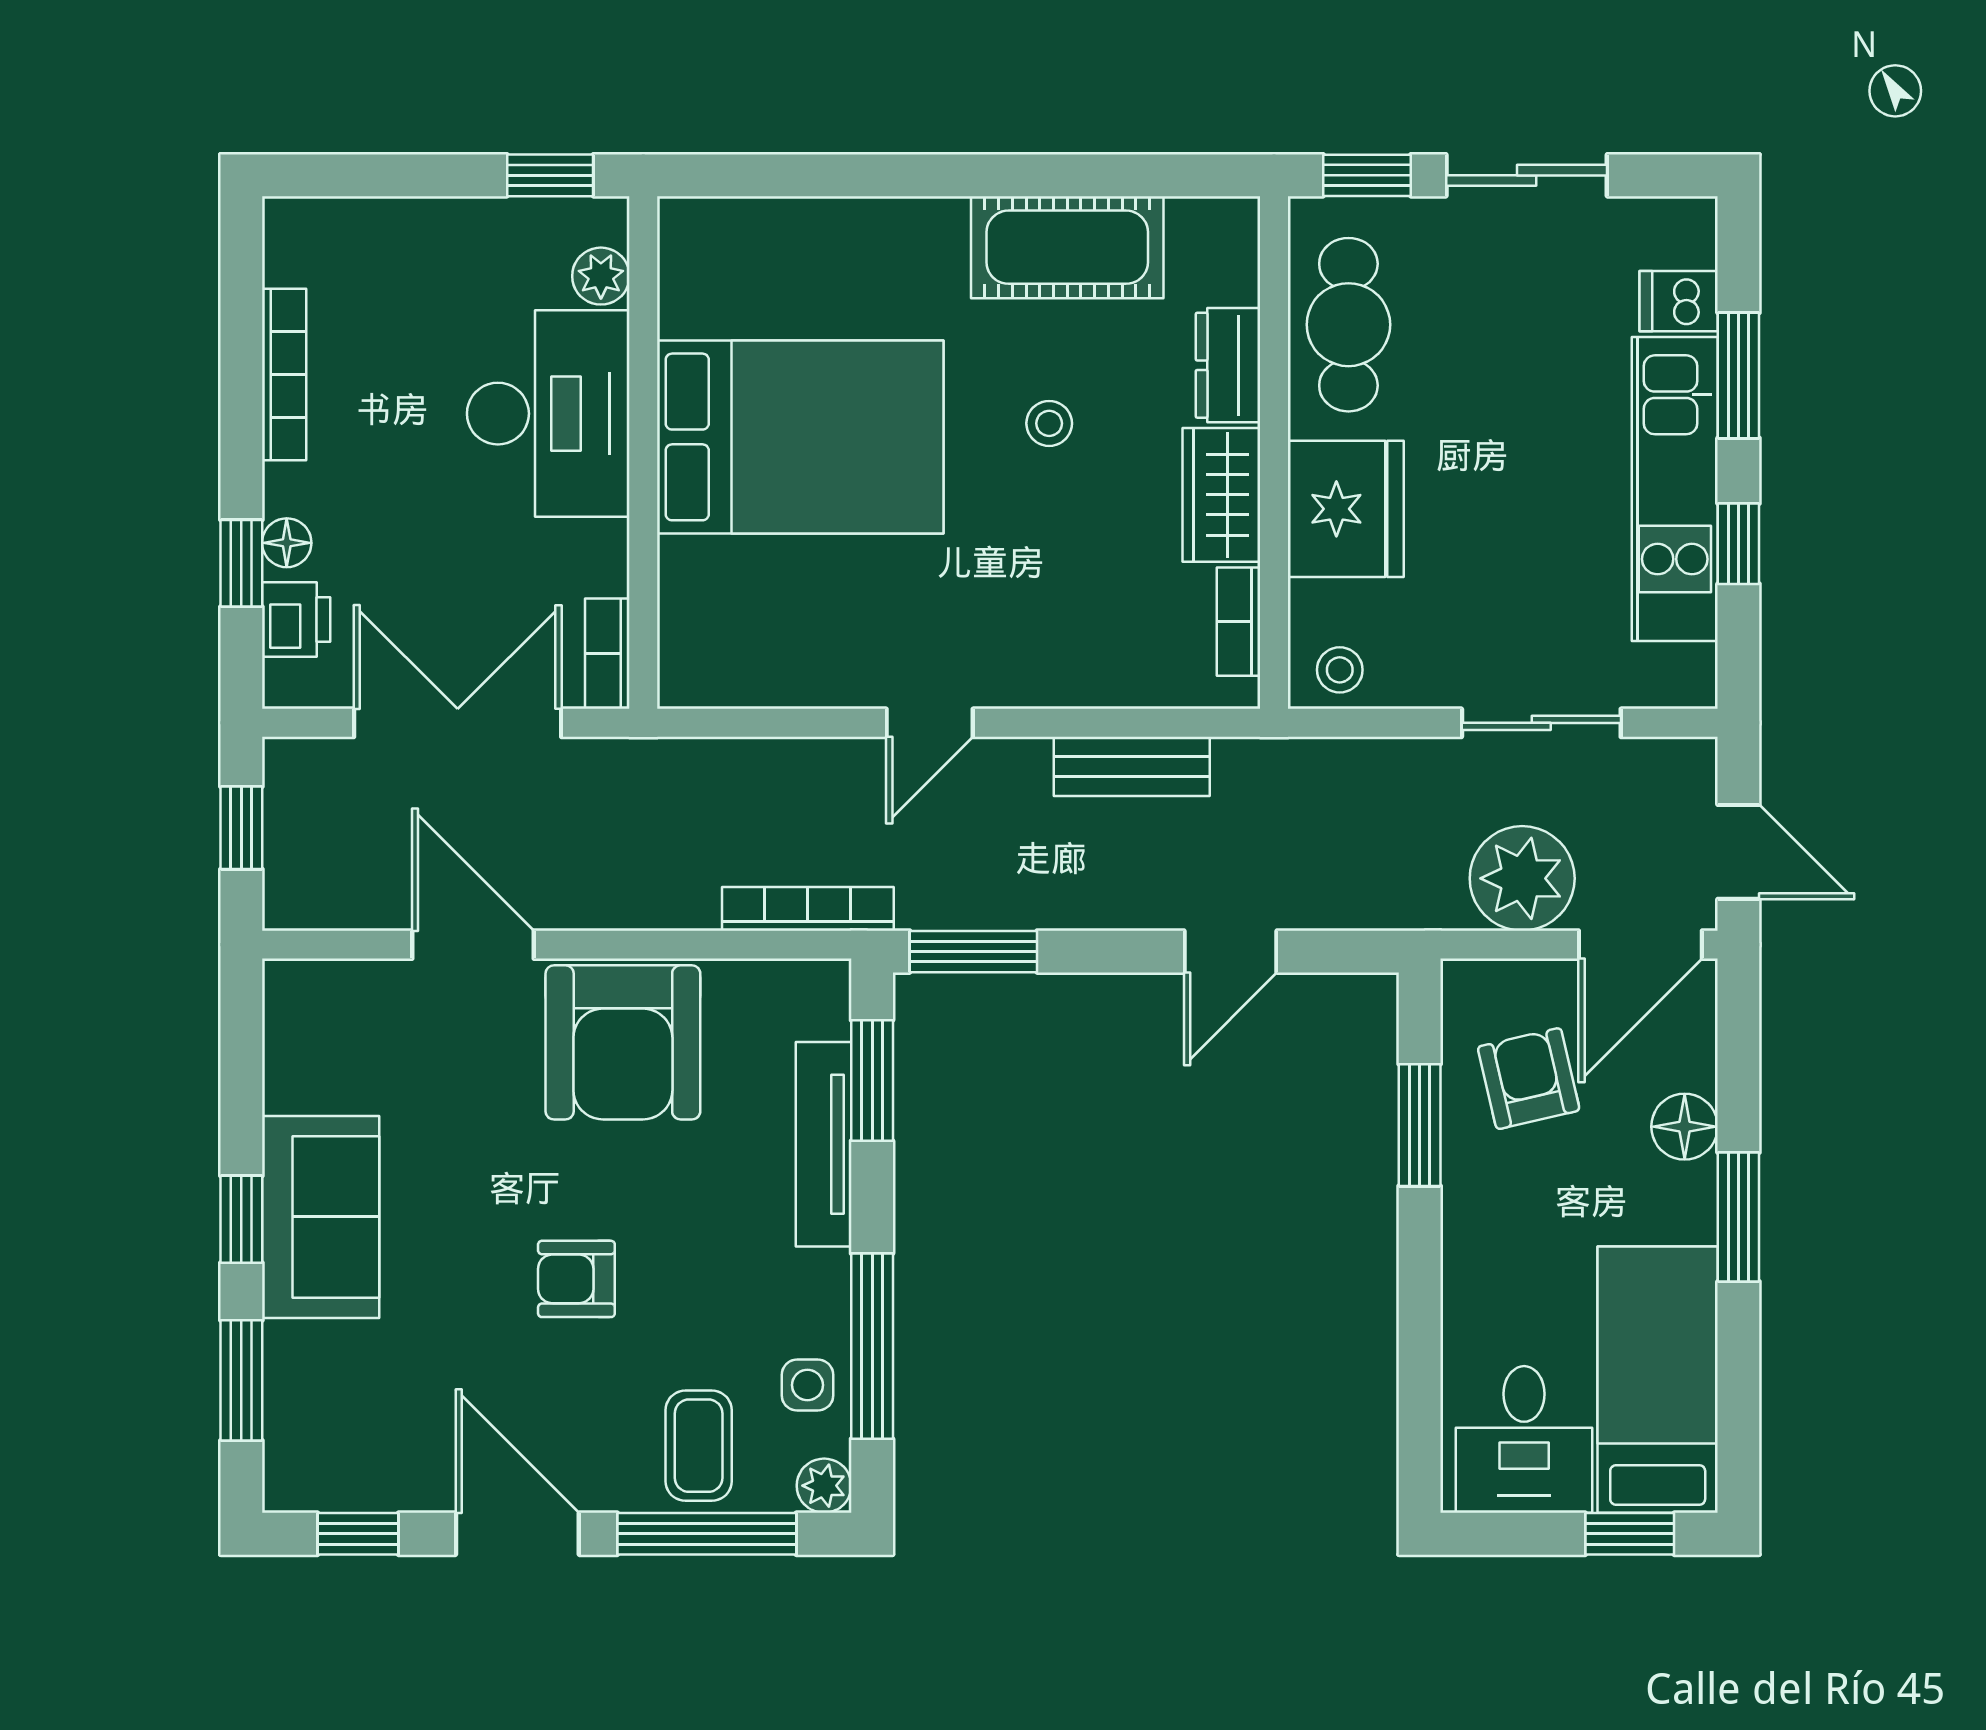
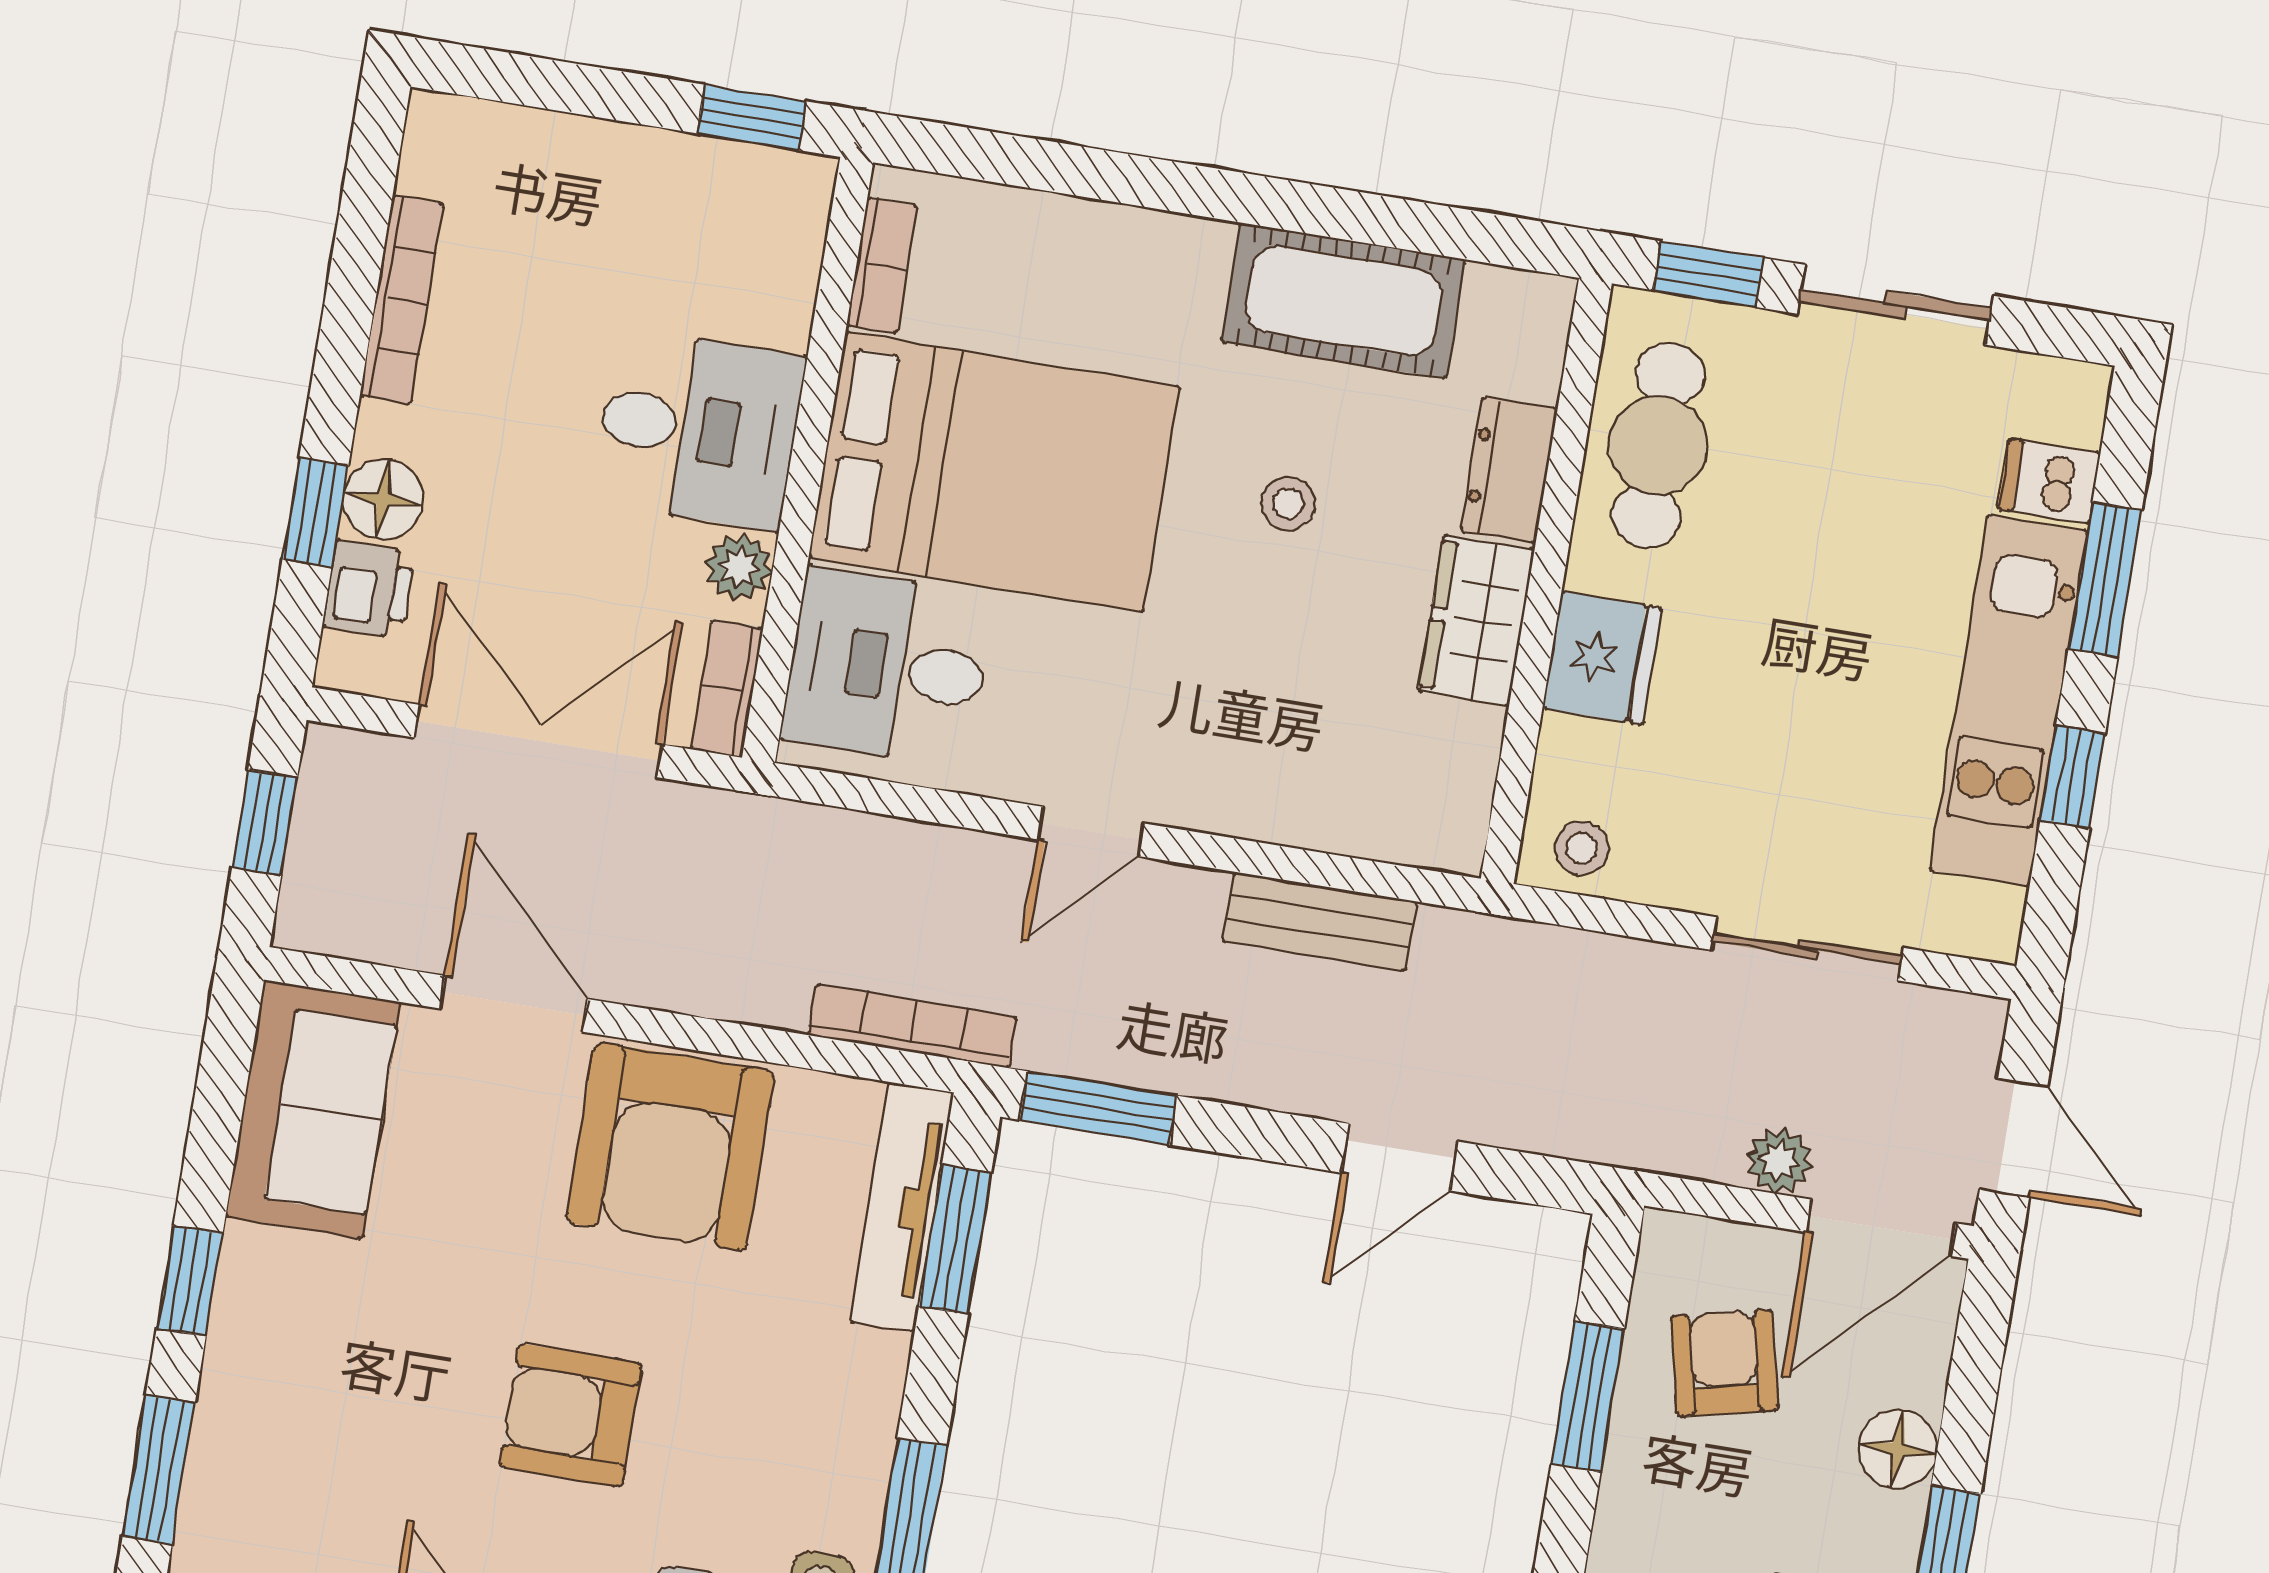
plant: (601, 276) -> (739, 567), moved
desk: (548, 414) -> (698, 429), width x0.73
fridge: (1346, 509) -> (1602, 658), width x0.73, depth x0.75
floor lamp: (287, 543) -> (383, 499), width x1.37, depth x1.37
desk: (738, 614) -> (887, 667), added
bookcase: (1238, 622) -> (882, 265), moved, turned 180
plant: (1522, 878) -> (1779, 1161), width x0.53, depth x0.53
tv unit: (824, 1144) -> (902, 1207), moved
sofa: (321, 1217) -> (313, 1109), moved
armchair: (576, 1279) -> (571, 1415), width x1.38, depth x1.38

